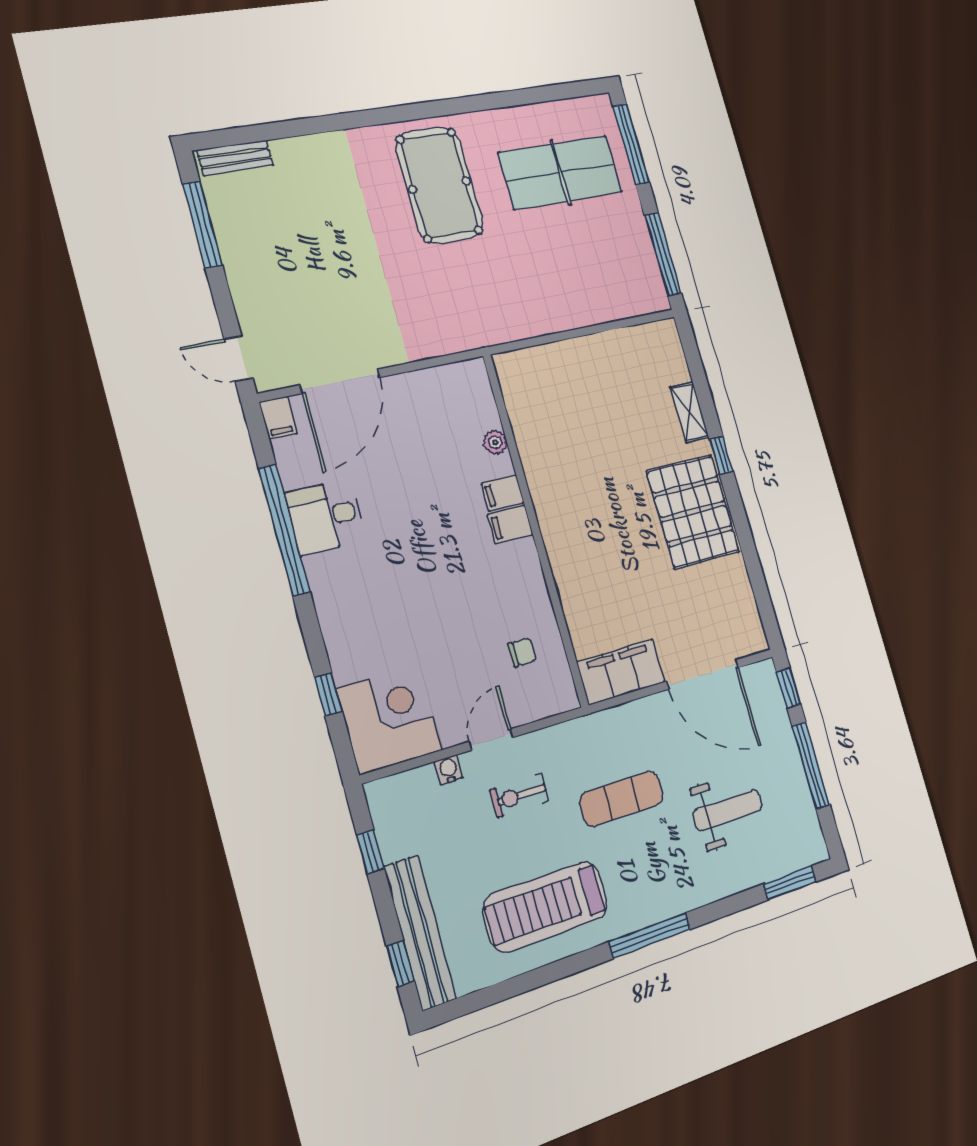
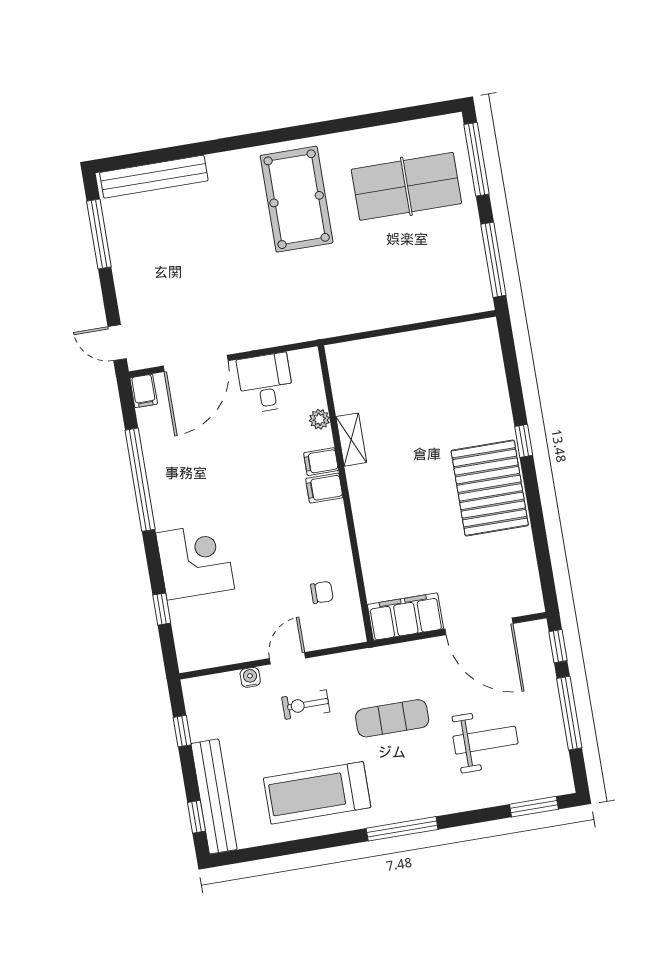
bench: (235, 158) -> (154, 177), width x1.86, depth x1.21
shelving: (690, 412) -> (351, 440), moved
desk: (326, 517) -> (266, 383), moved, turned 90
corner desk: (390, 720) -> (195, 561), moved

